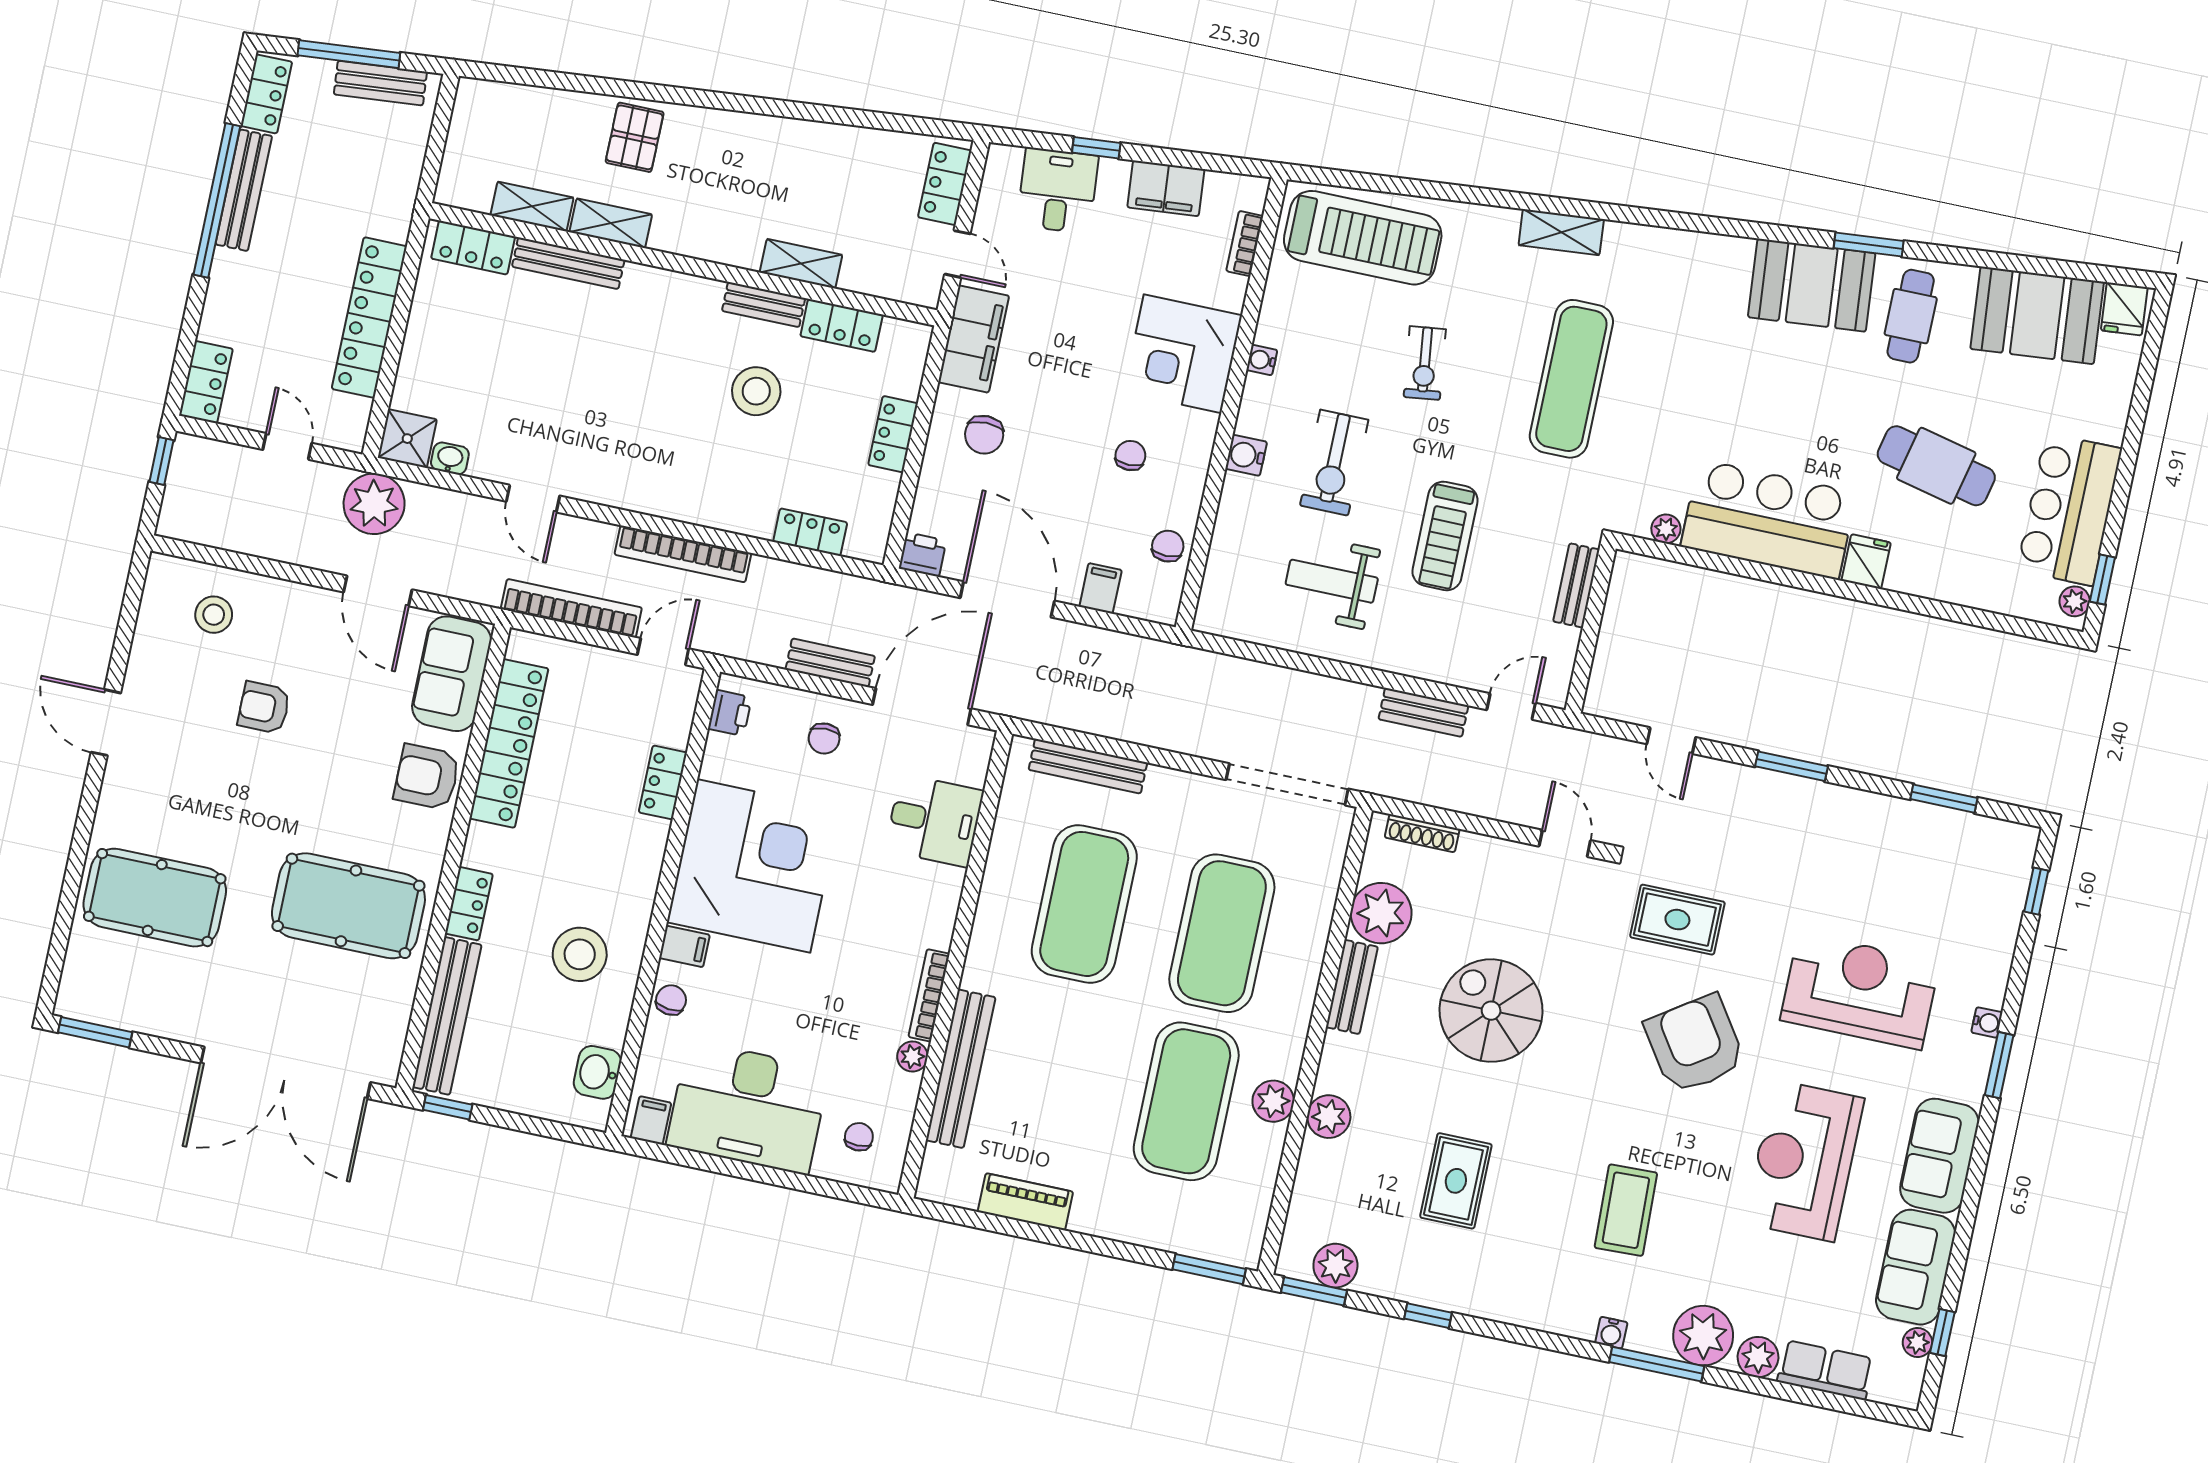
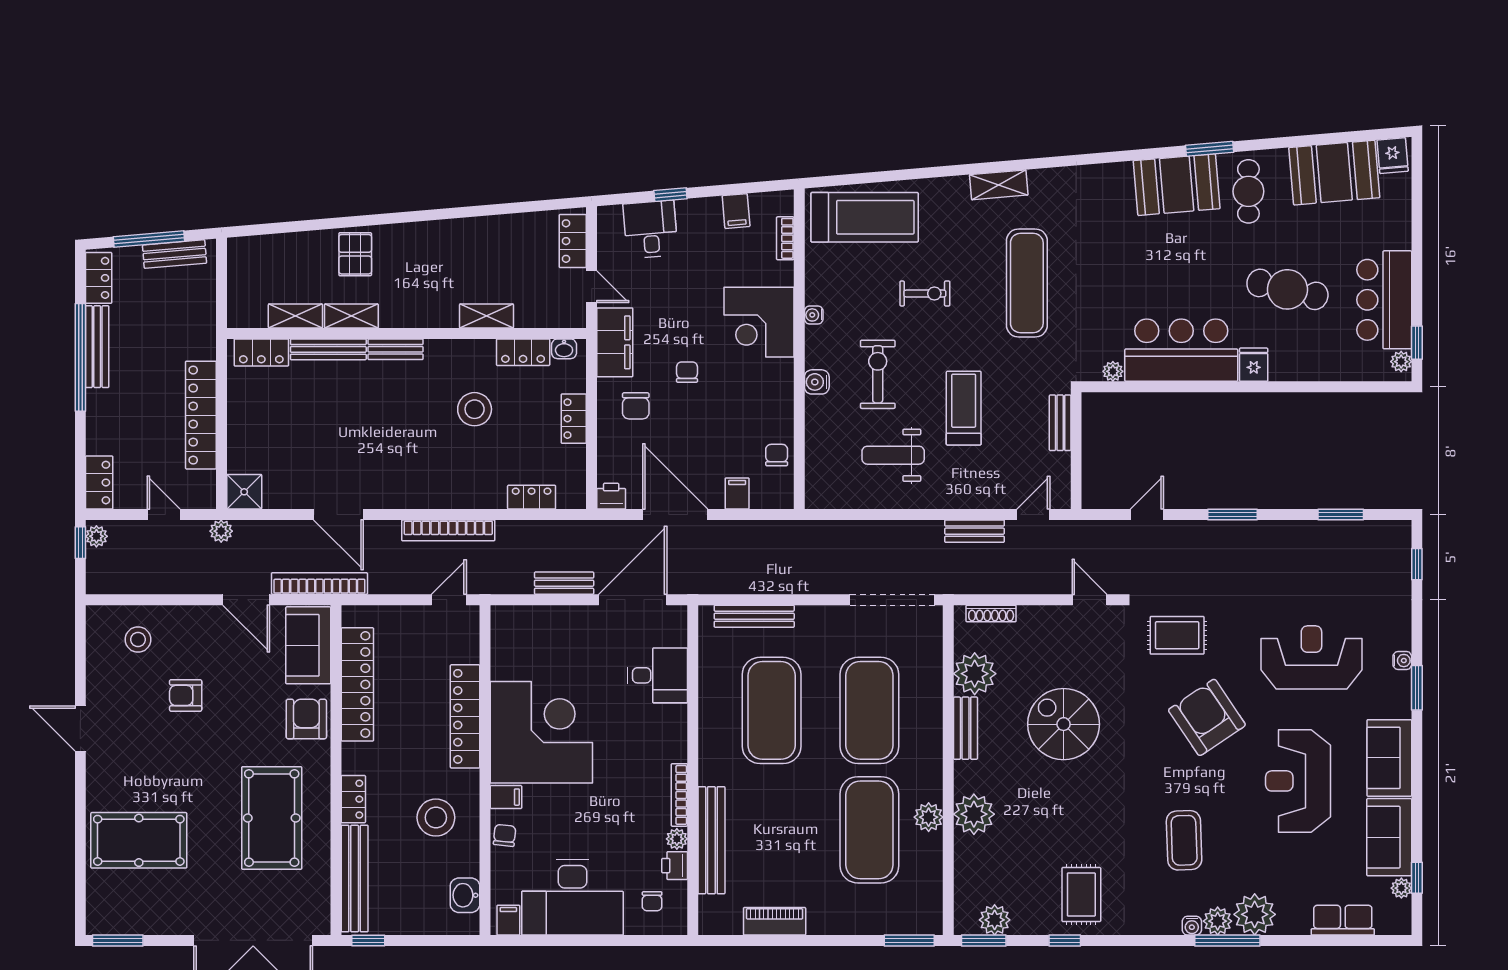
filing cabinet: (1166, 188) -> (736, 211), width x0.50
bench: (764, 305) -> (396, 349), moved
exercise bike: (1425, 363) -> (925, 294), turned -83
chair: (1130, 456) -> (687, 372), moved
plant: (186, 457) -> (96, 536), added
washbasin: (450, 458) -> (564, 349), moved, turned 180
exercise bike: (1334, 463) -> (878, 374), turned 180
door: (533, 499) -> (338, 515), width x1.37
plant: (374, 504) -> (221, 531), width x0.53, depth x0.53
treadmill: (1445, 536) -> (964, 408), turned 180
bookcase: (571, 608) -> (319, 584), moved
printer: (730, 713) -> (675, 866), moved, turned 180
chair: (824, 739) -> (571, 636), removed
door: (1671, 741) -> (1147, 515), swing flipped
armchair: (427, 777) -> (306, 719), turned 90
locker: (663, 782) -> (465, 716), width x2.16, depth x1.21
pool table: (348, 906) -> (272, 818), turned 90
plant: (1329, 1117) -> (974, 814), width x1.36, depth x1.36
chair: (859, 1137) -> (652, 901), turned 180
rug: (1456, 1181) -> (1081, 894), moved
plant: (1758, 1357) -> (1218, 921), moved

